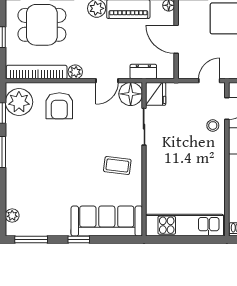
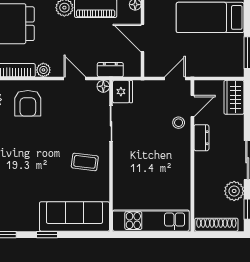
door: (107, 81) -> (75, 79), swing flipped
floor lamp: (131, 94) -> (103, 86), width x0.53, depth x0.53

